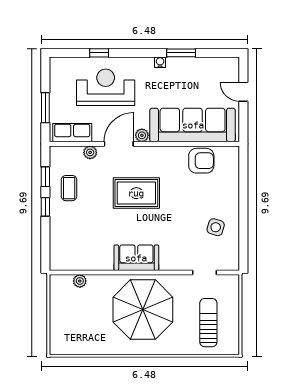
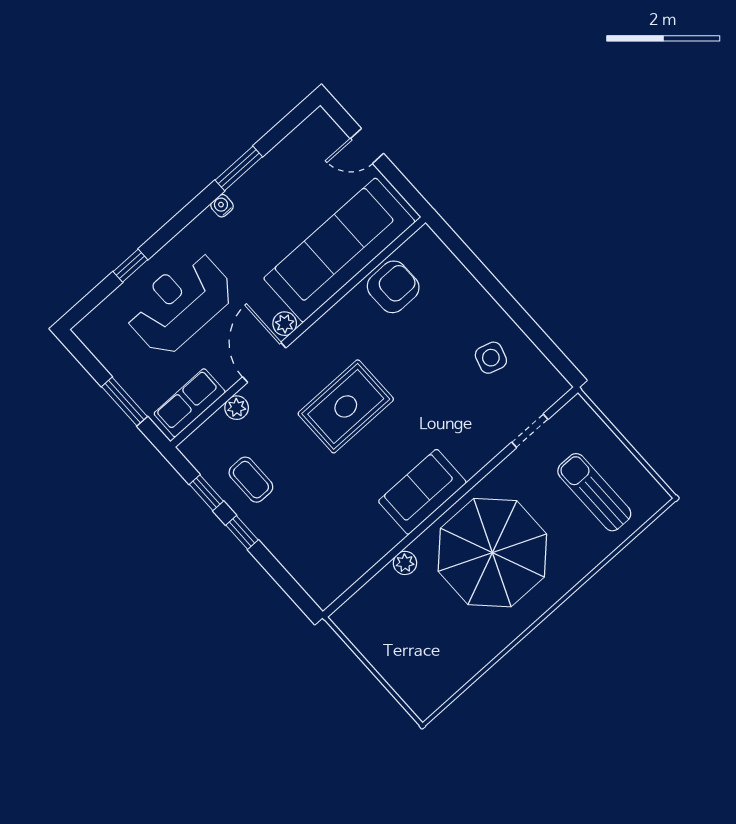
plant: (80, 281) -> (405, 563), moved

